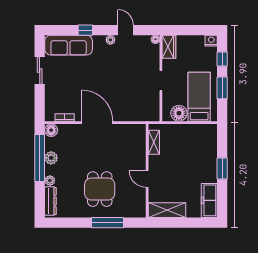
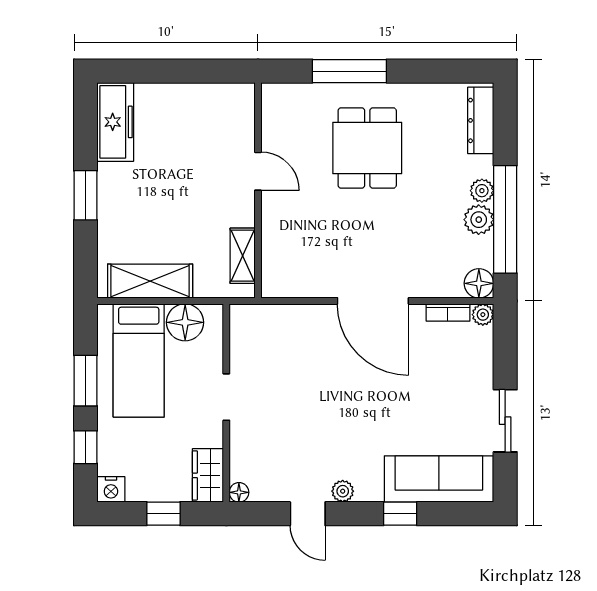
window: (188, 30) -> (163, 514), added
plant: (49, 117) -> (483, 315), added
plant: (50, 181) -> (482, 191), moved
shelving: (167, 210) -> (150, 281), moved

